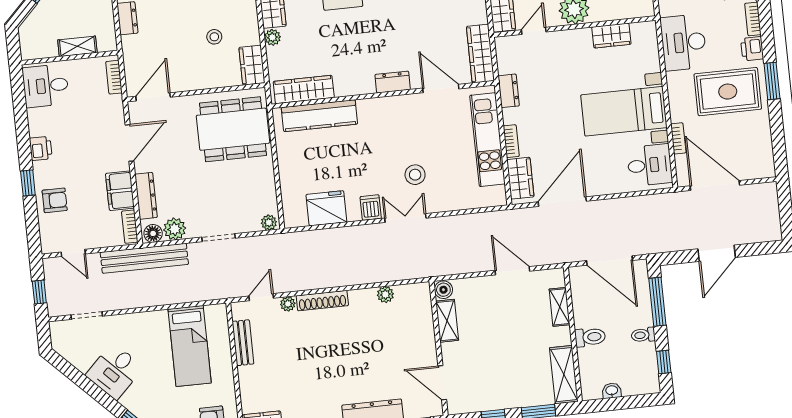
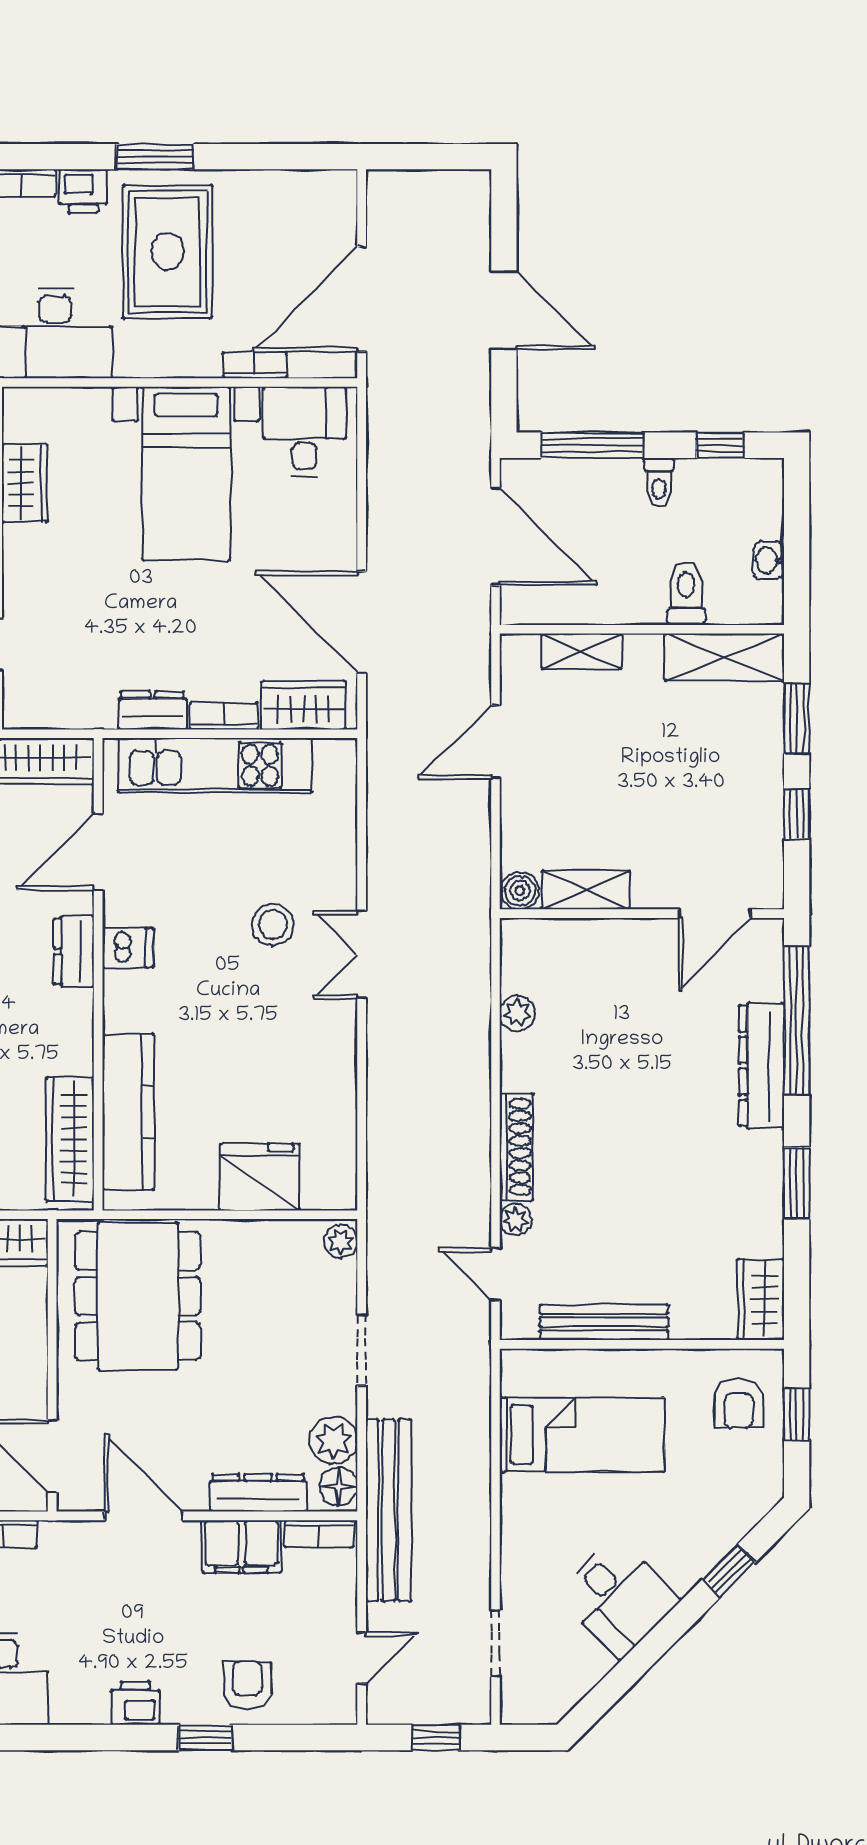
dresser: (509, 91) -> (153, 710), moved
dishwasher: (371, 207) -> (128, 948), moved, turned 180
fridge: (326, 208) -> (260, 1177), moved, turned 90
door: (610, 260) -> (495, 536), hinge flipped
toilet: (590, 337) -> (686, 594), moved
bench: (243, 343) -> (604, 1322), width x1.36

